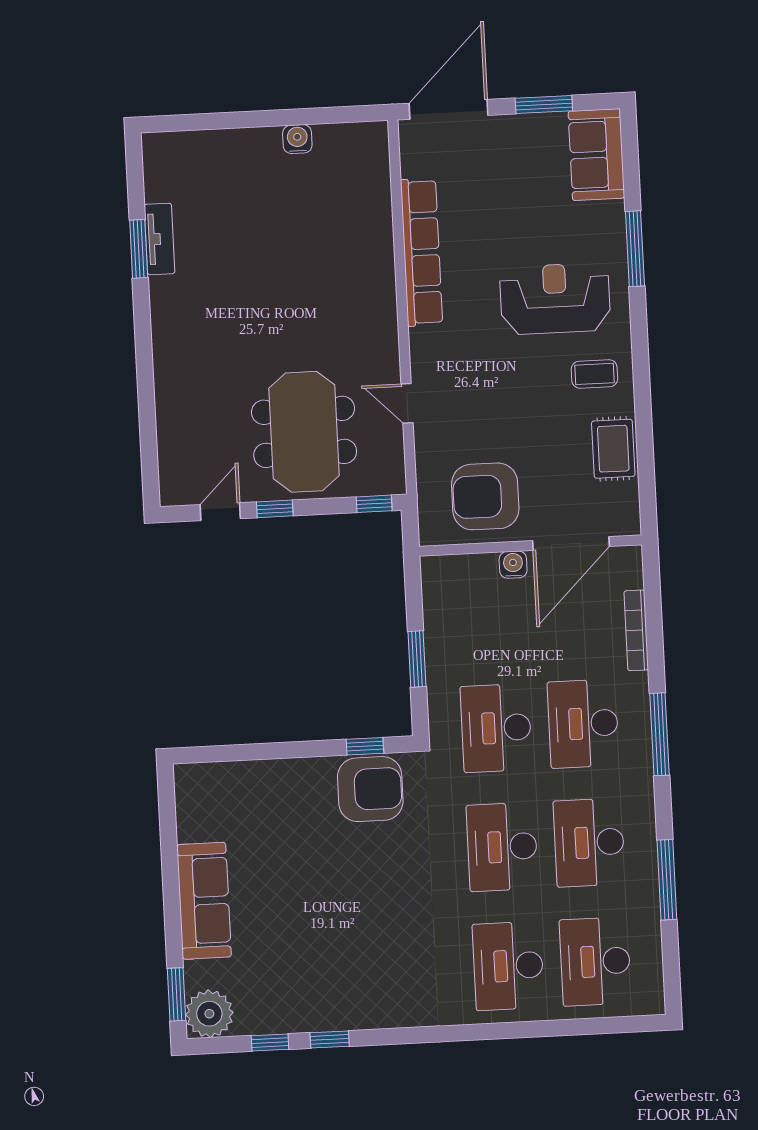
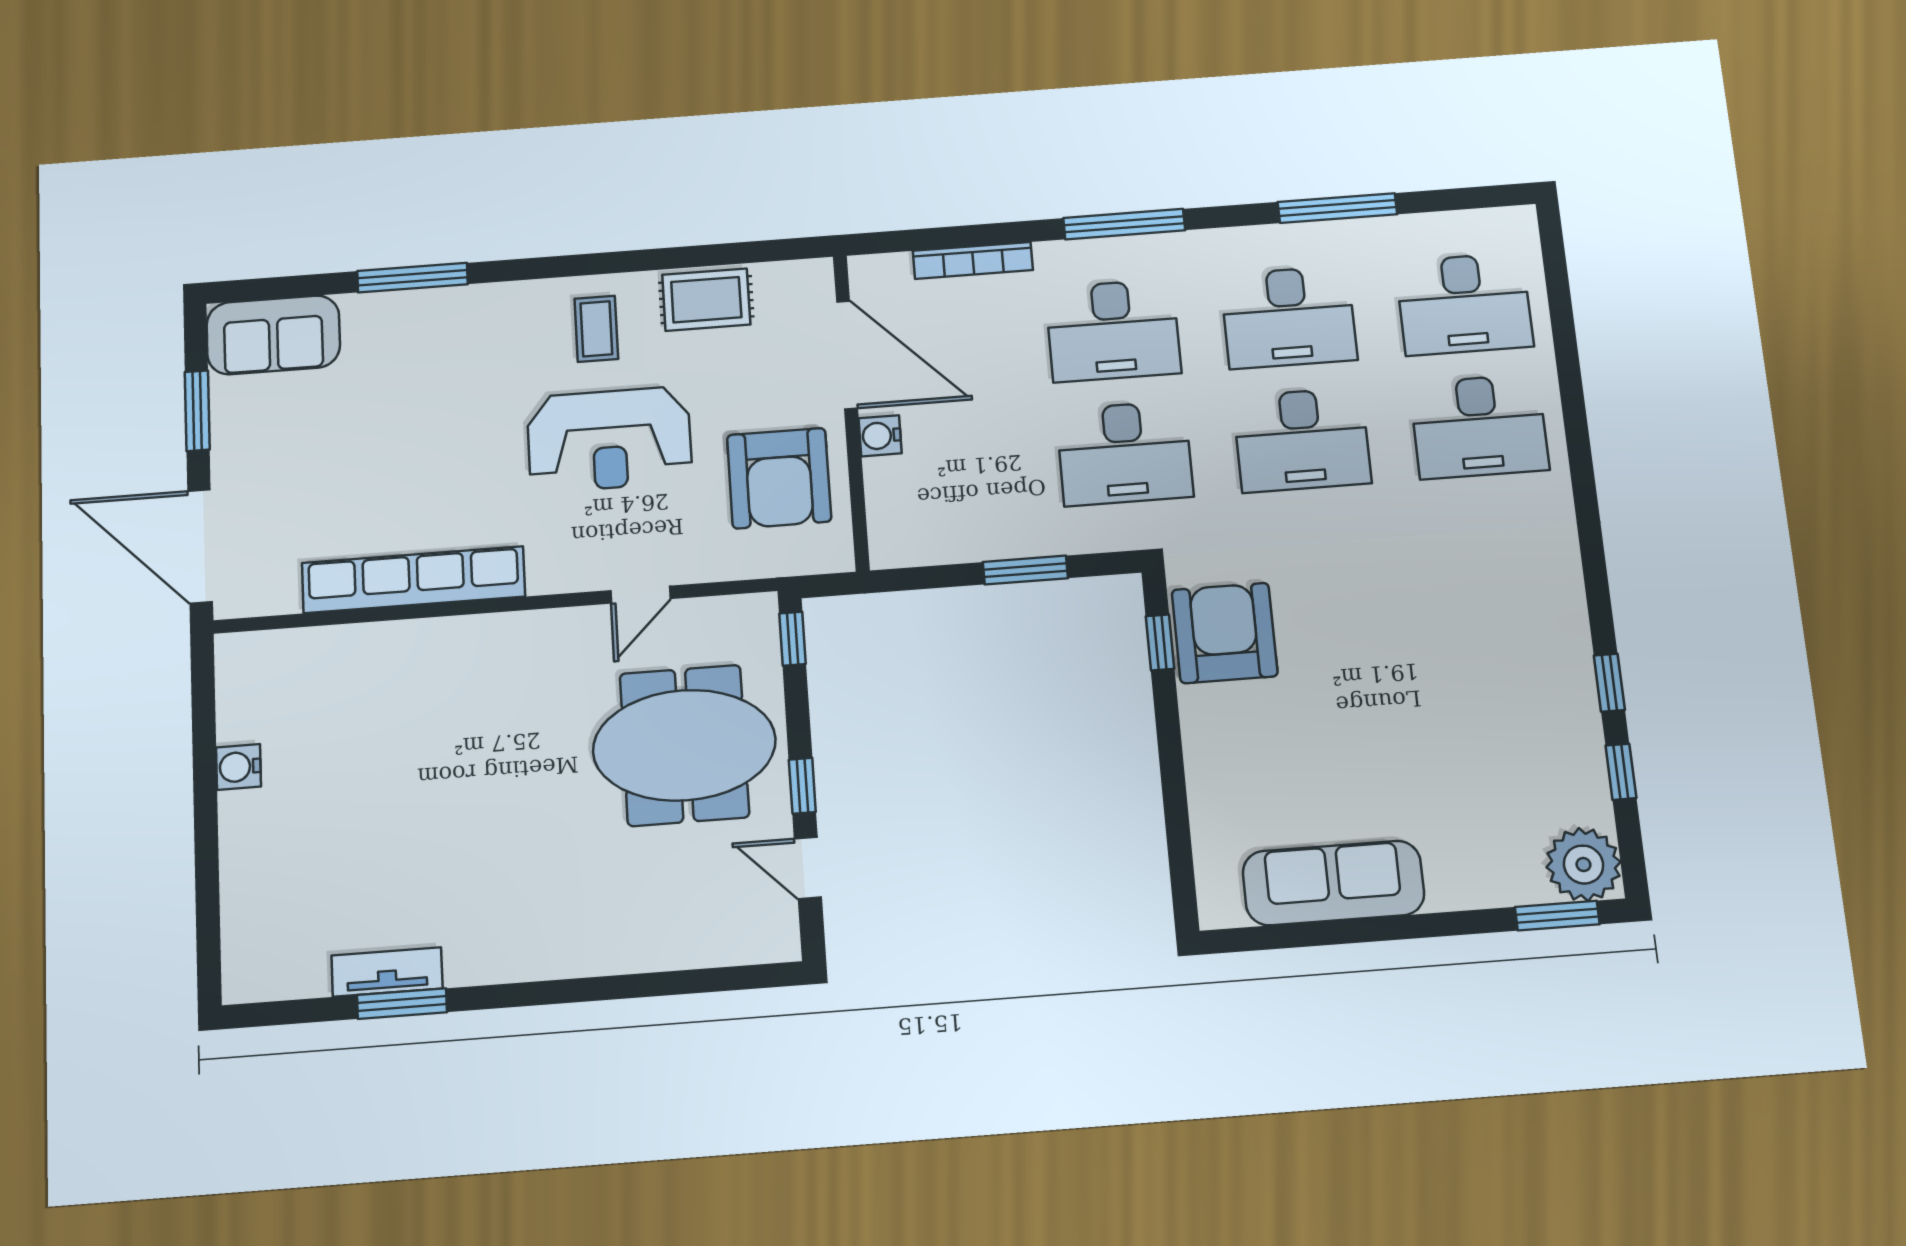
reception desk: (555, 299) -> (609, 439), moved, turned -90
sofa: (204, 901) -> (1333, 883), moved

